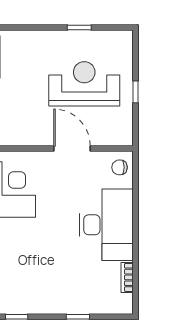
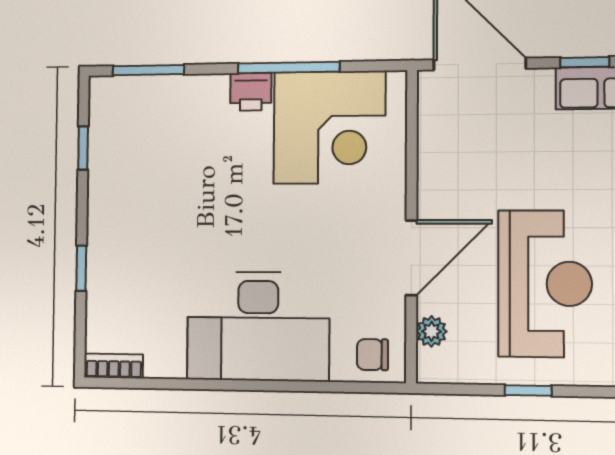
plant: (108, 138) -> (431, 331), added
chair: (120, 167) -> (372, 355), turned -90
bookcase: (127, 277) -> (114, 366), moved

